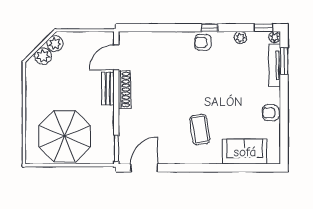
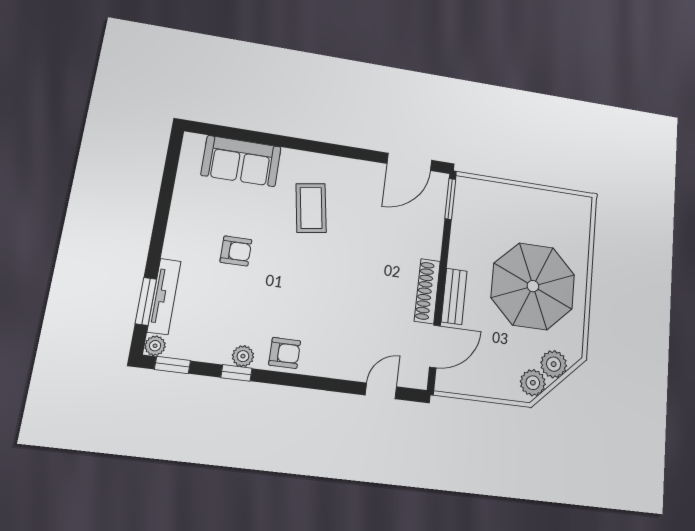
door: (145, 28) -> (381, 391), added
window: (210, 28) -> (236, 373), moved
plant: (240, 38) -> (243, 356), moved
armchair: (271, 113) -> (236, 251), moved
parasol: (65, 136) -> (533, 286), moved

